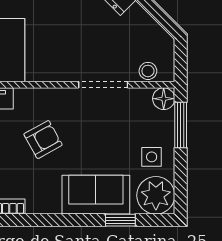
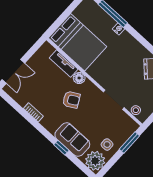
floor lamp: (164, 99) -> (79, 78), moved
window: (120, 220) -> (61, 148), moved

